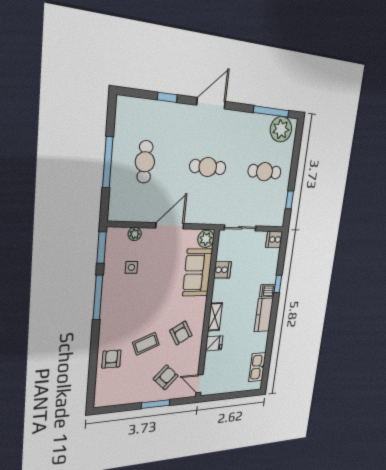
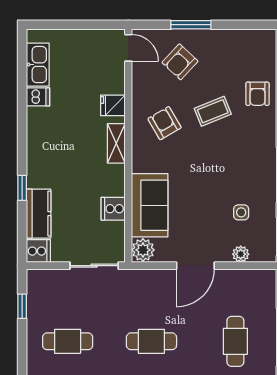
dishwasher: (267, 291) -> (38, 97), moved
kitchen counter: (264, 315) -> (39, 214), moved

